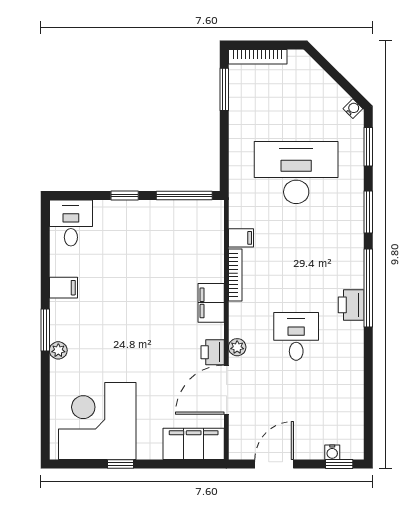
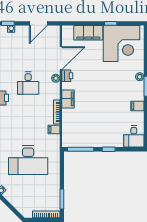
filing cabinet: (194, 444) -> (88, 33), moved

